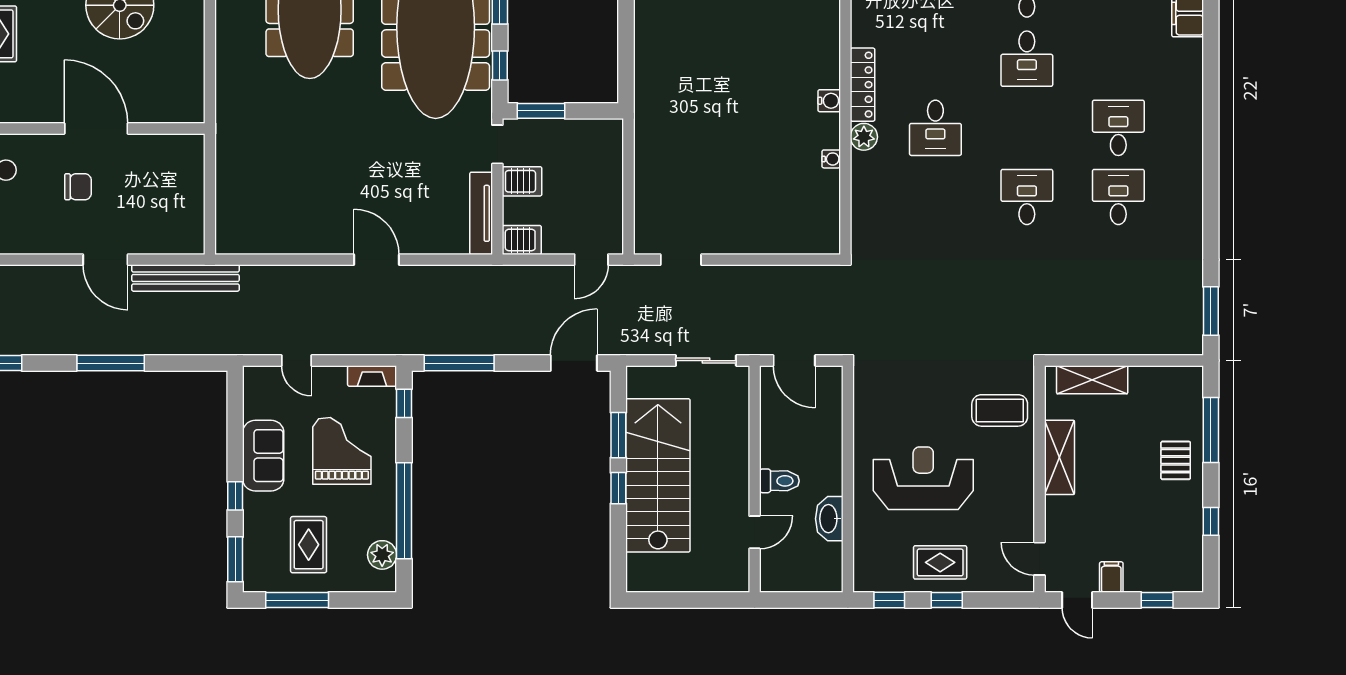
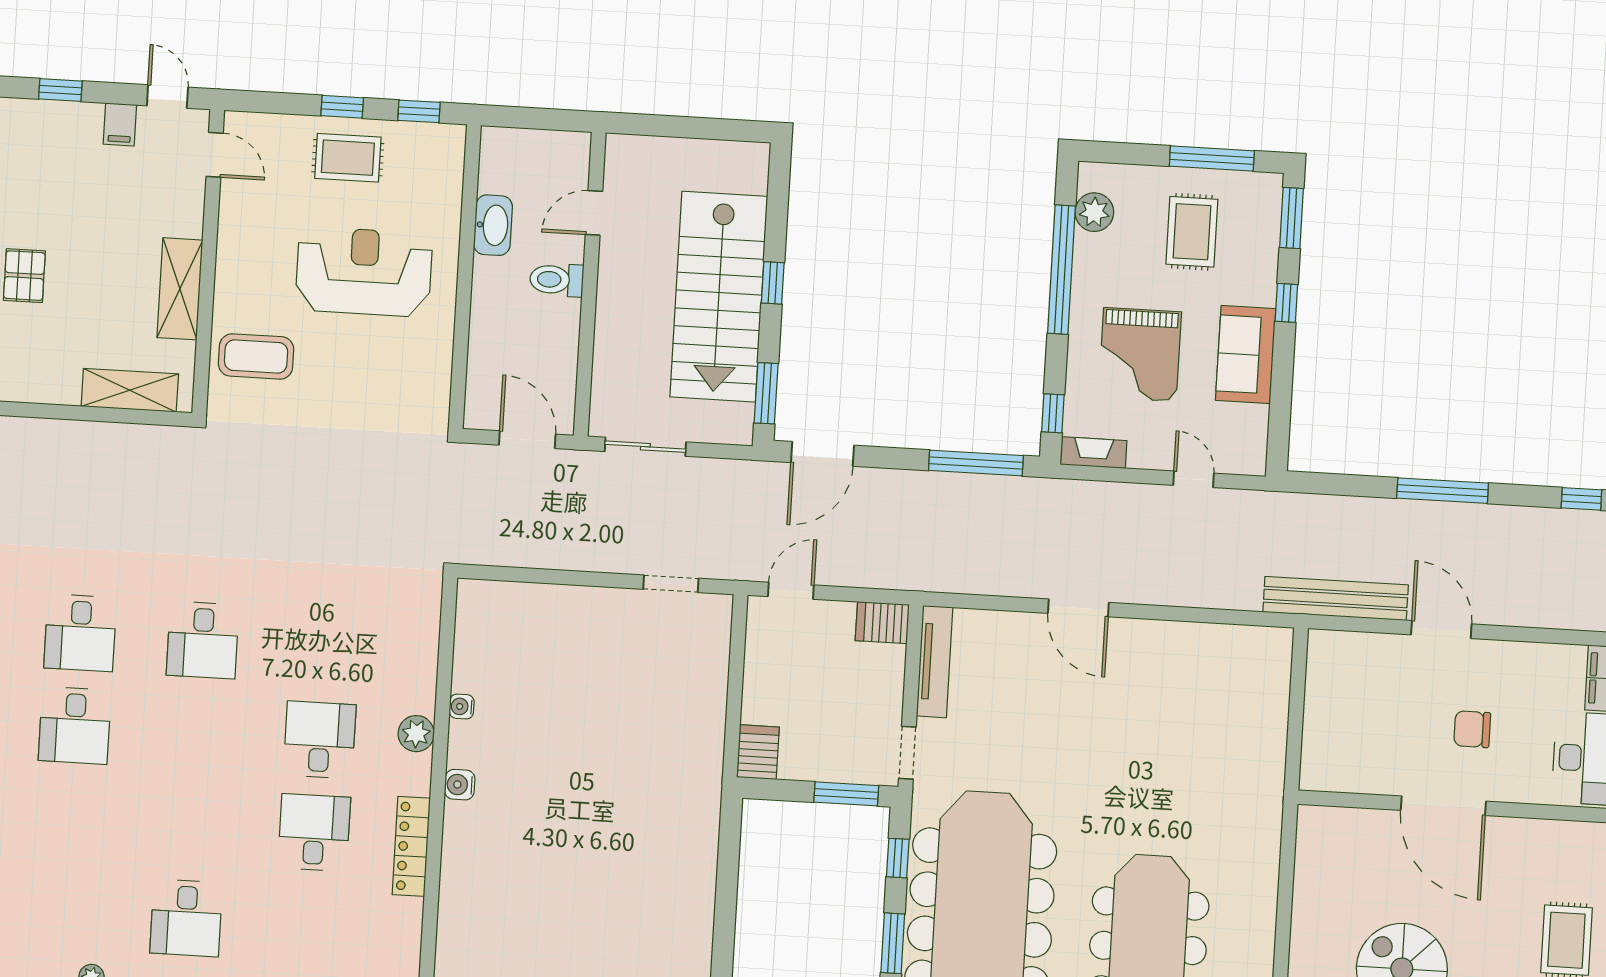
desk: (1027, 59) -> (314, 833), moved
locker: (863, 85) -> (411, 846), moved
server rack: (522, 181) -> (758, 752), moved, turned 90
window: (618, 435) -> (766, 393), moved
reception desk: (923, 478) -> (364, 272), turned 180

